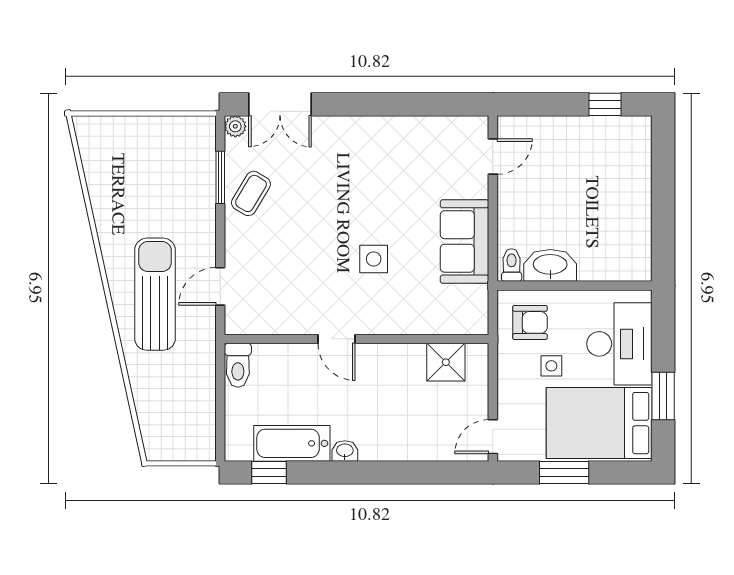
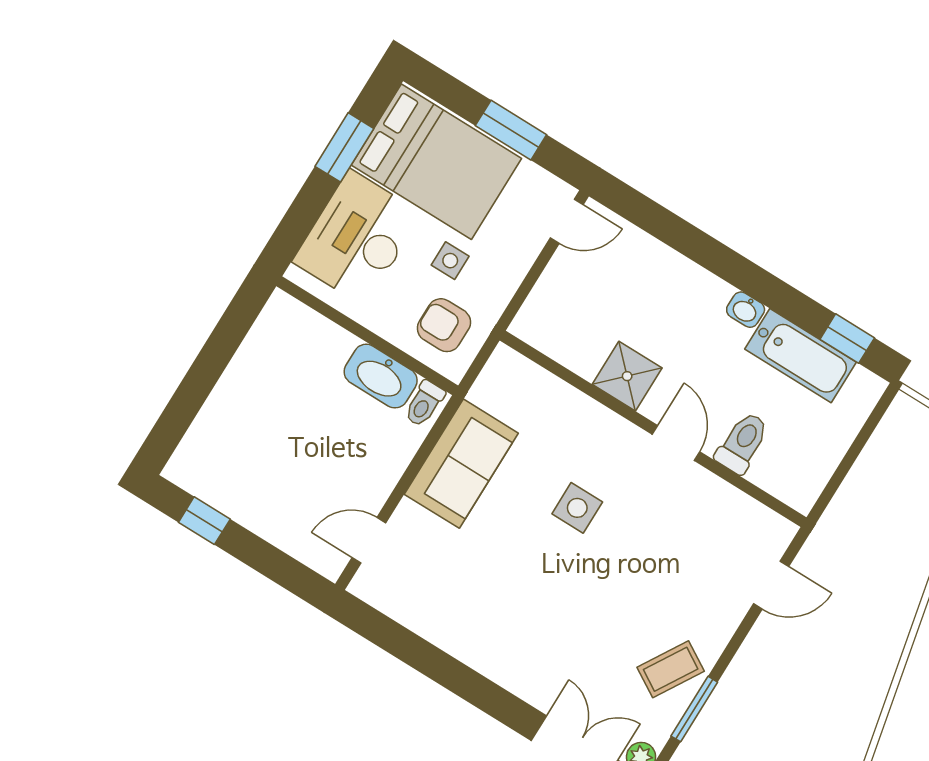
sun lounger: (155, 294) -> (851, 622), removed
shower: (446, 362) -> (627, 376), moved
toilet: (238, 365) -> (742, 443), moved

